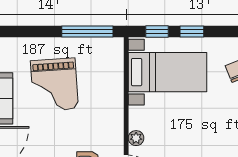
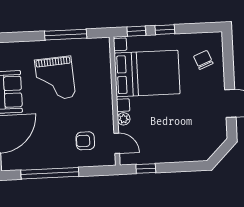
window: (87, 31) -> (66, 35), moved
bed with nightstands: (167, 72) -> (147, 73), width x1.36

